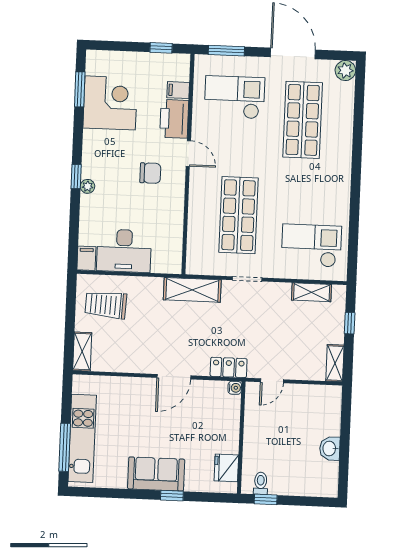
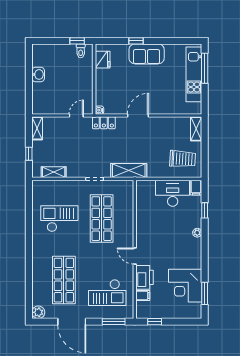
chair: (150, 173) -> (158, 243), removed
window: (76, 177) -> (205, 210), moved
checkout: (311, 246) -> (59, 219), moved, turned 180

